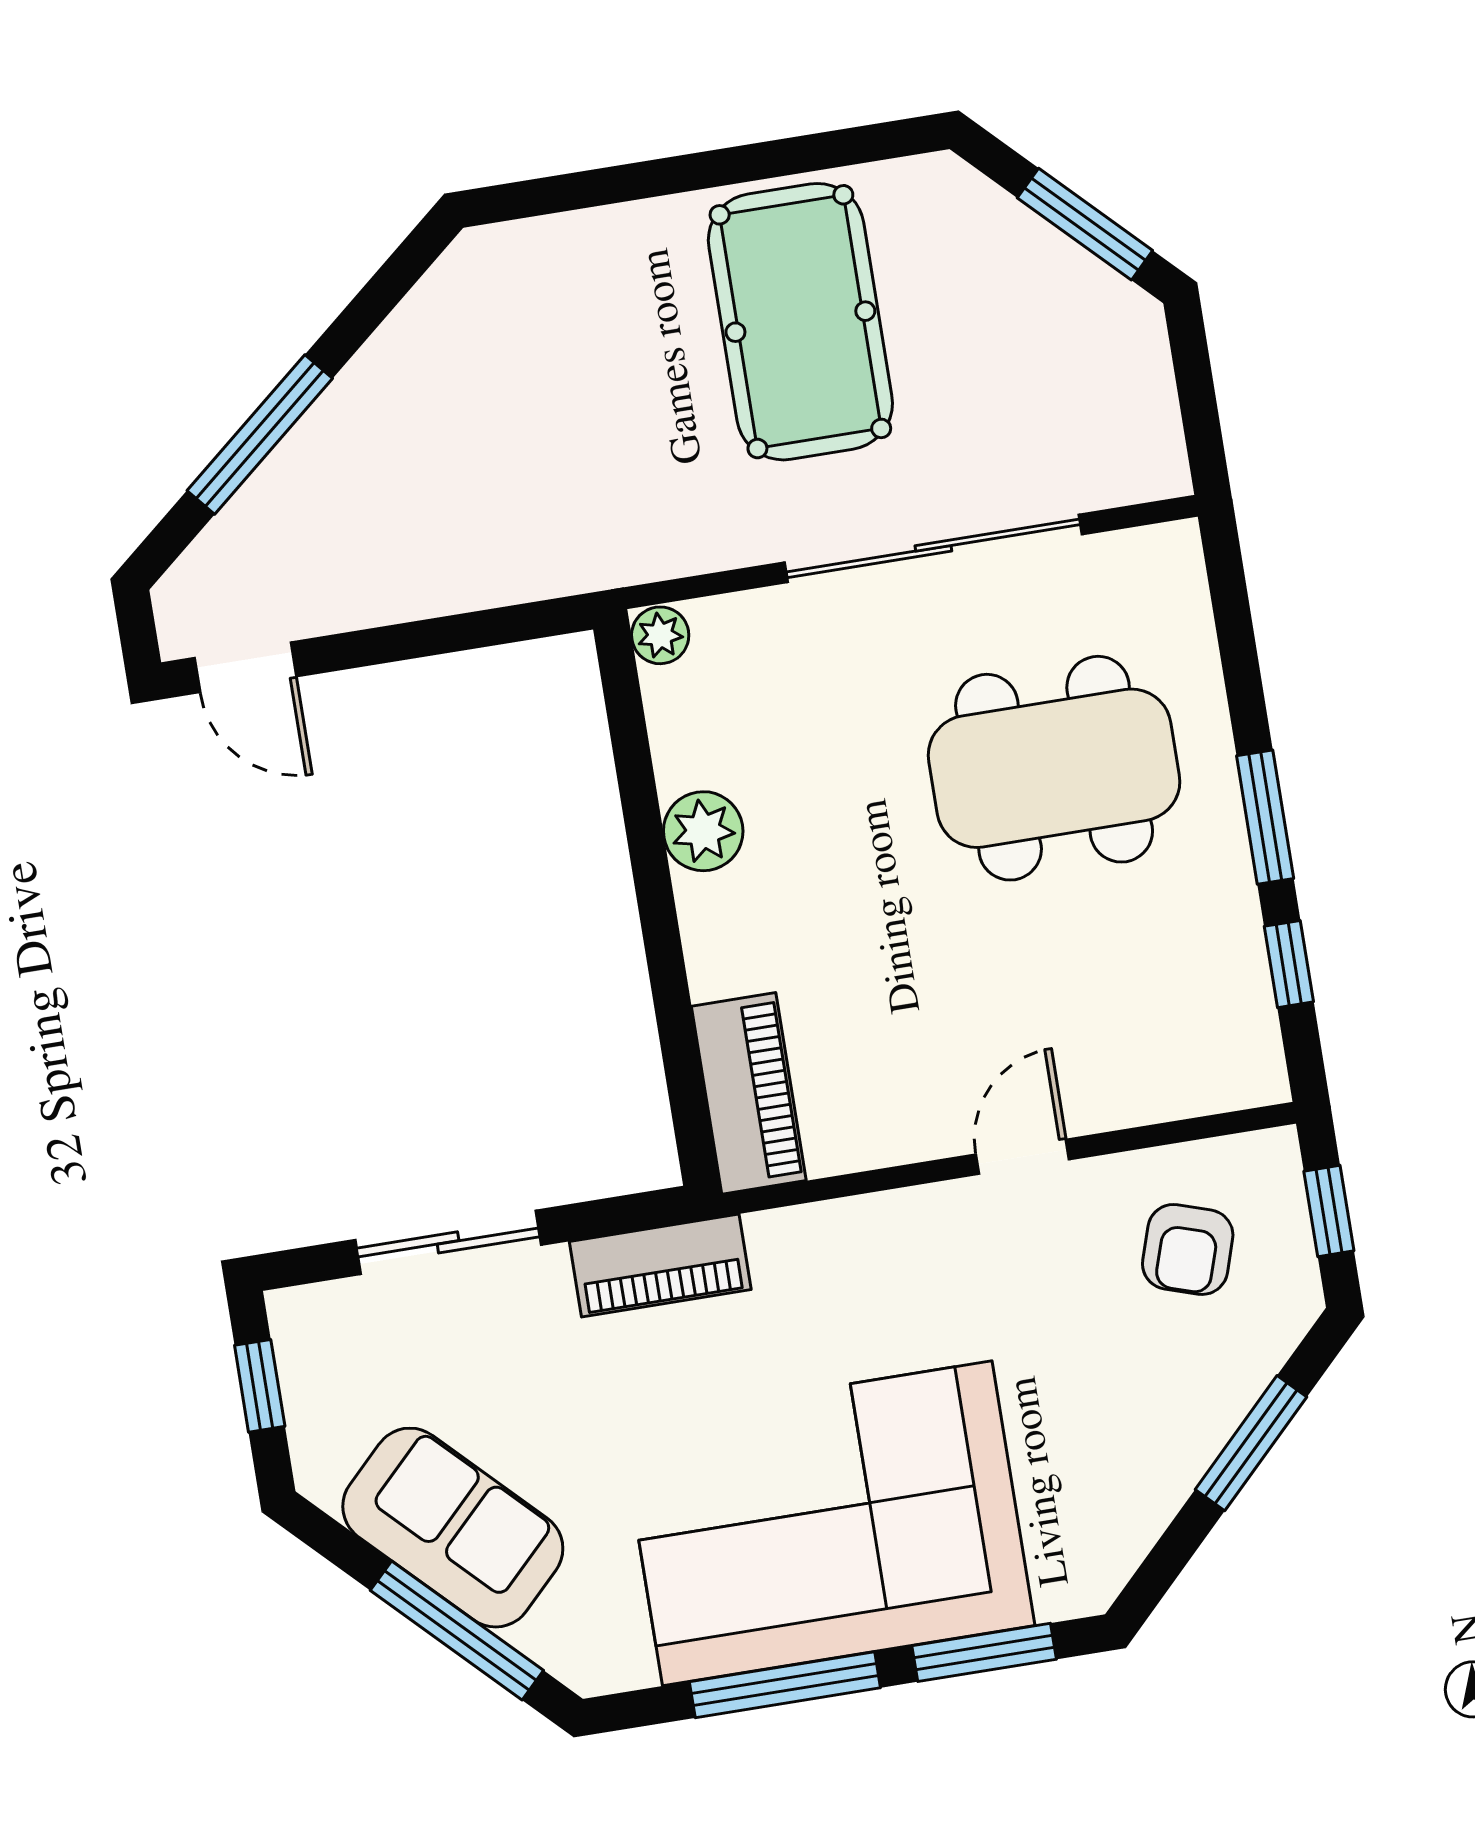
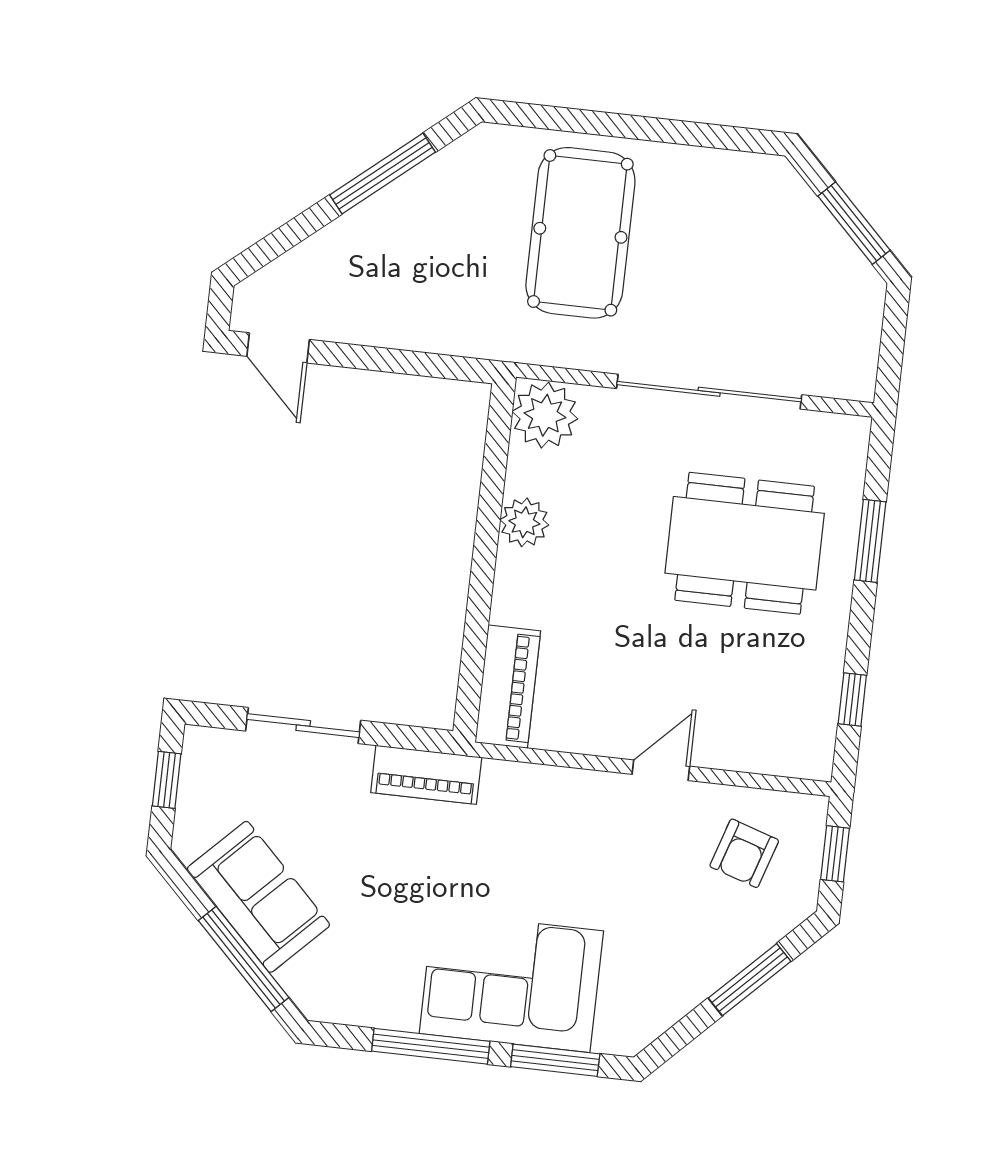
pool table: (800, 322) -> (580, 233), moved
window: (260, 435) -> (382, 173), moved
plant: (660, 635) -> (545, 415), width x1.88, depth x1.88
window: (1265, 817) -> (870, 541), moved
corner sofa: (827, 1523) -> (511, 982), width x0.73, depth x0.74

